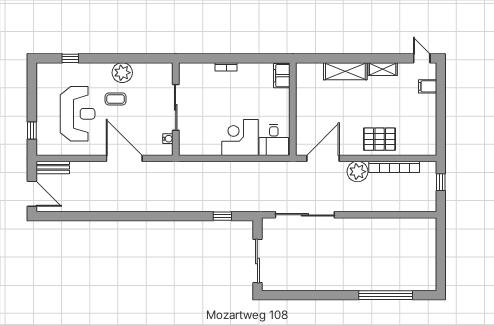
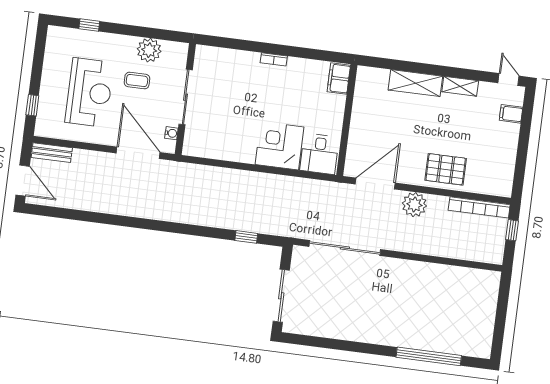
sliding door: (176, 107) -> (186, 97), moved
wall: (176, 109) -> (185, 99), moved
water cooler: (168, 139) -> (171, 133), moved
bookcase: (394, 167) -> (479, 207), moved

